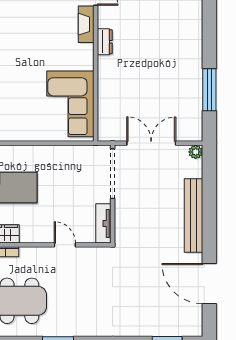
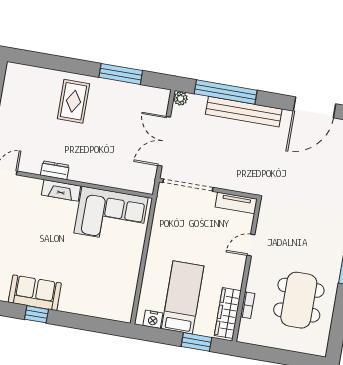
fireplace: (86, 24) -> (61, 190), moved
rug: (175, 48) -> (73, 101), added
window: (209, 195) -> (226, 92), added

